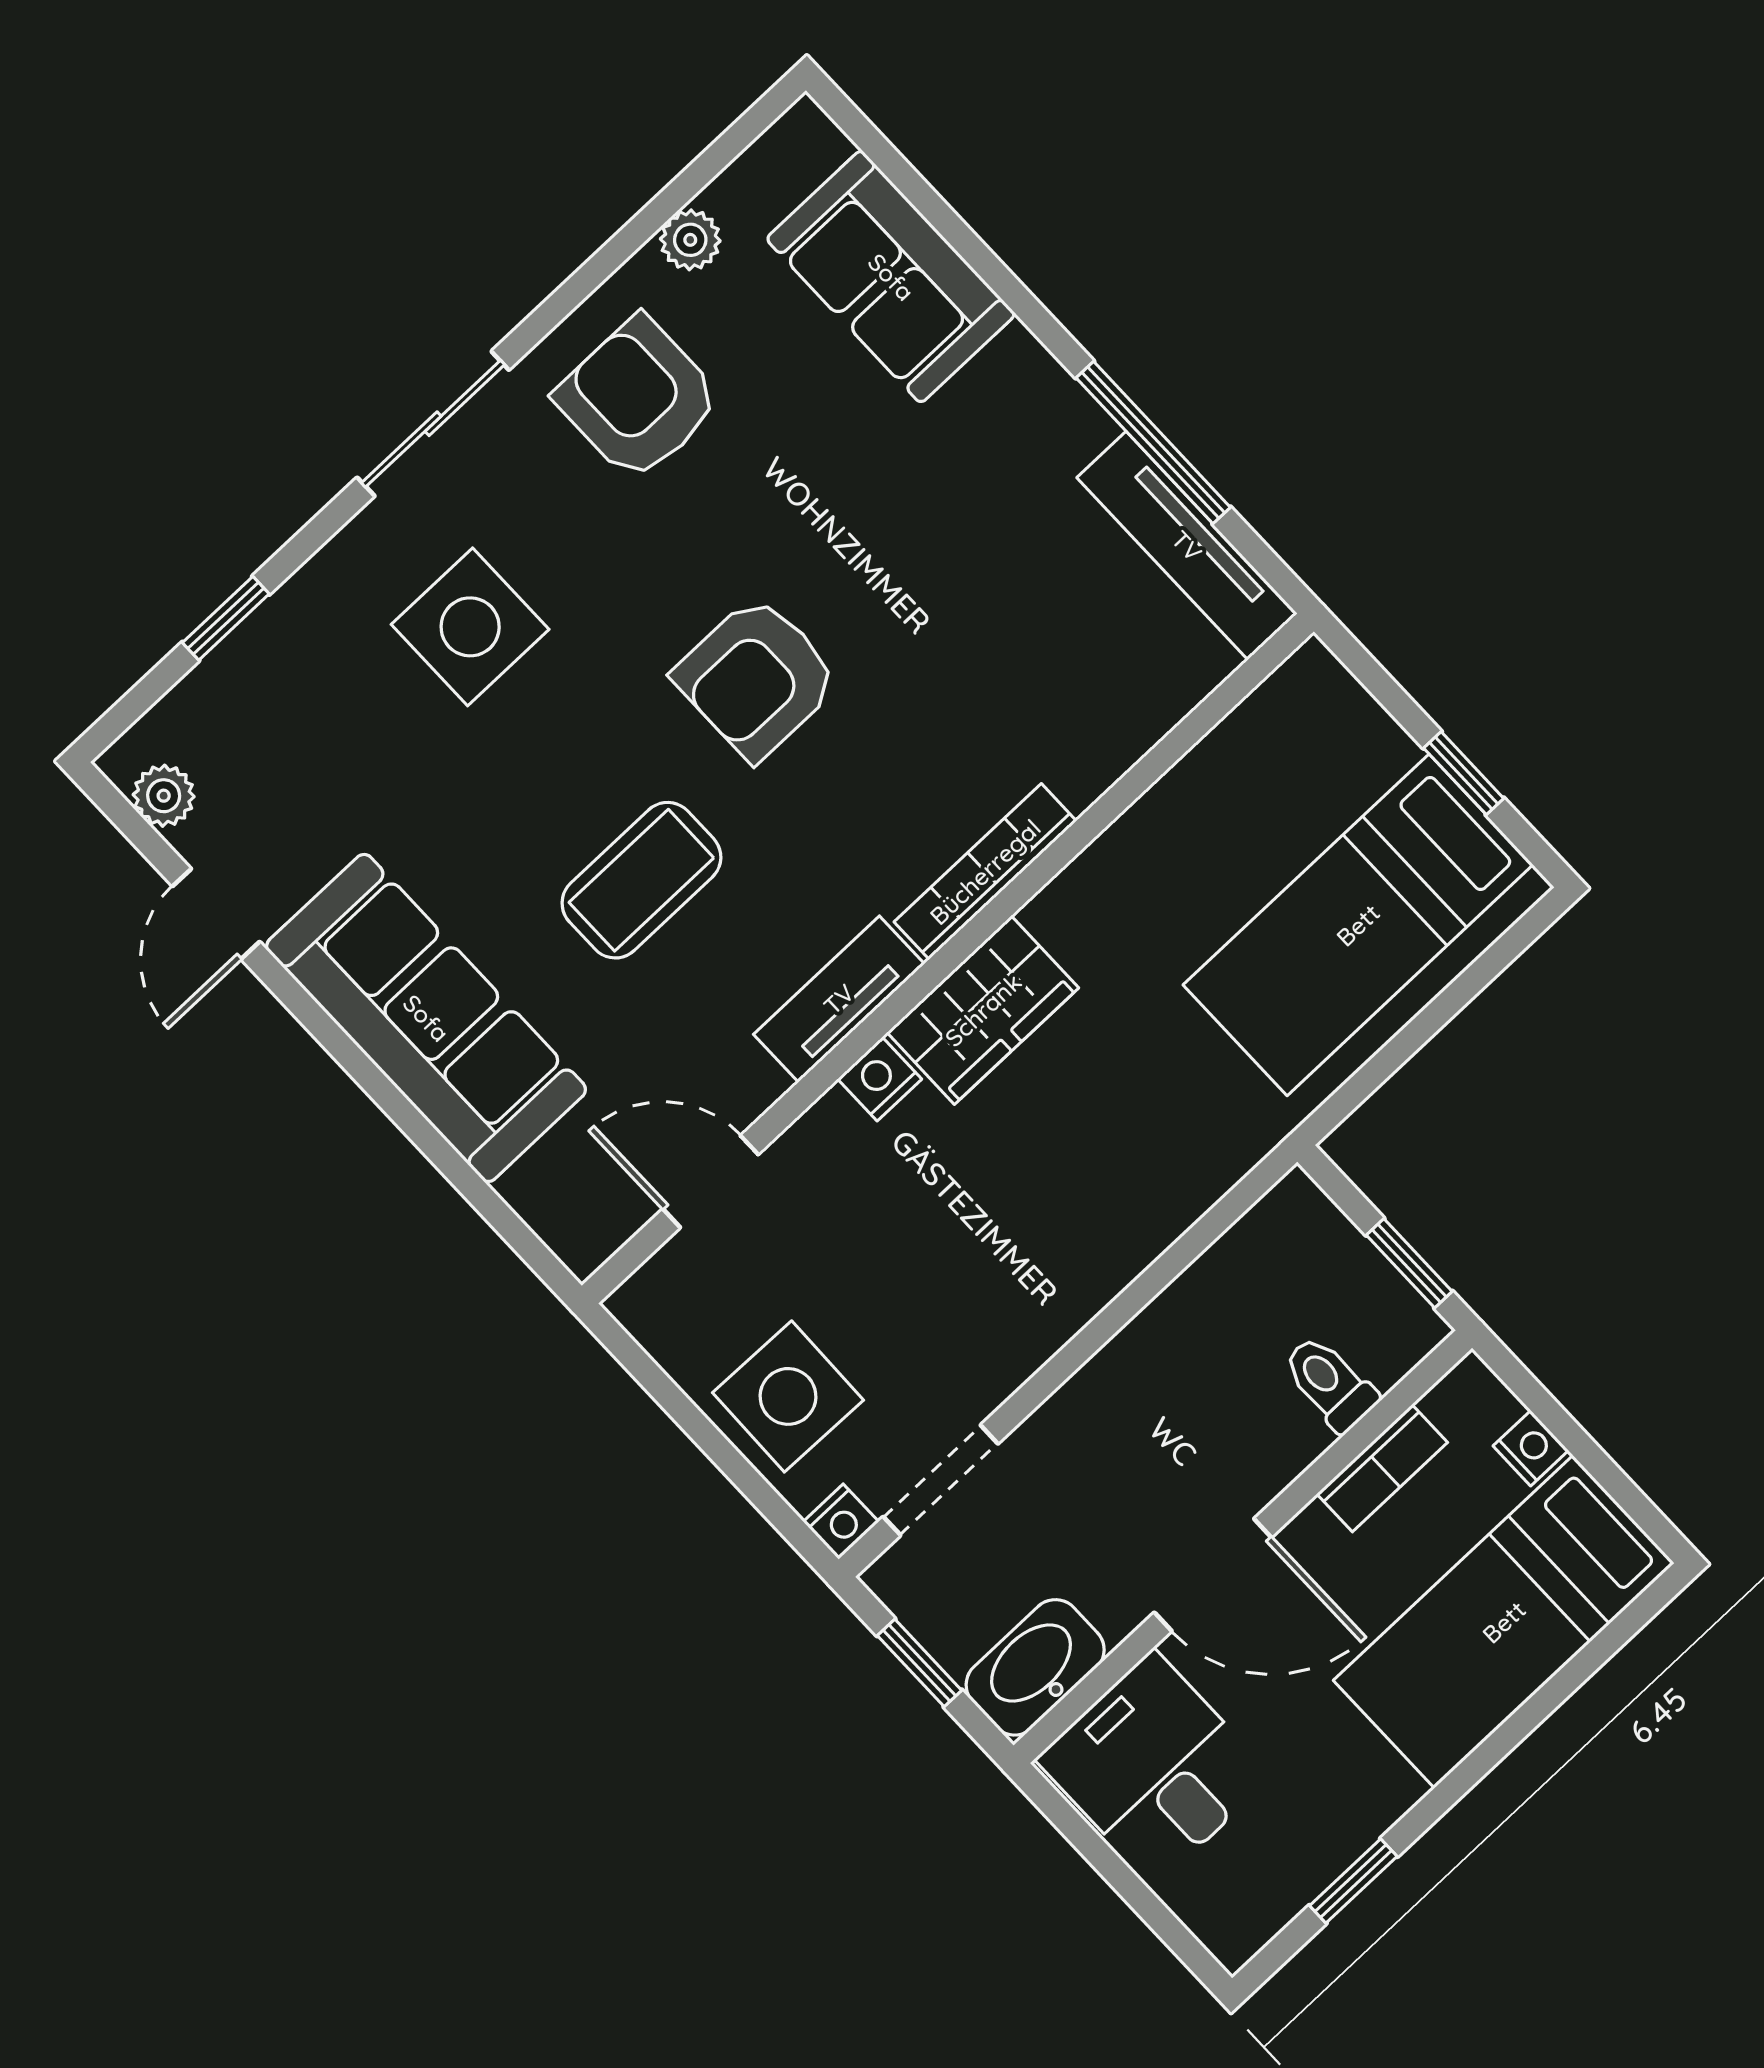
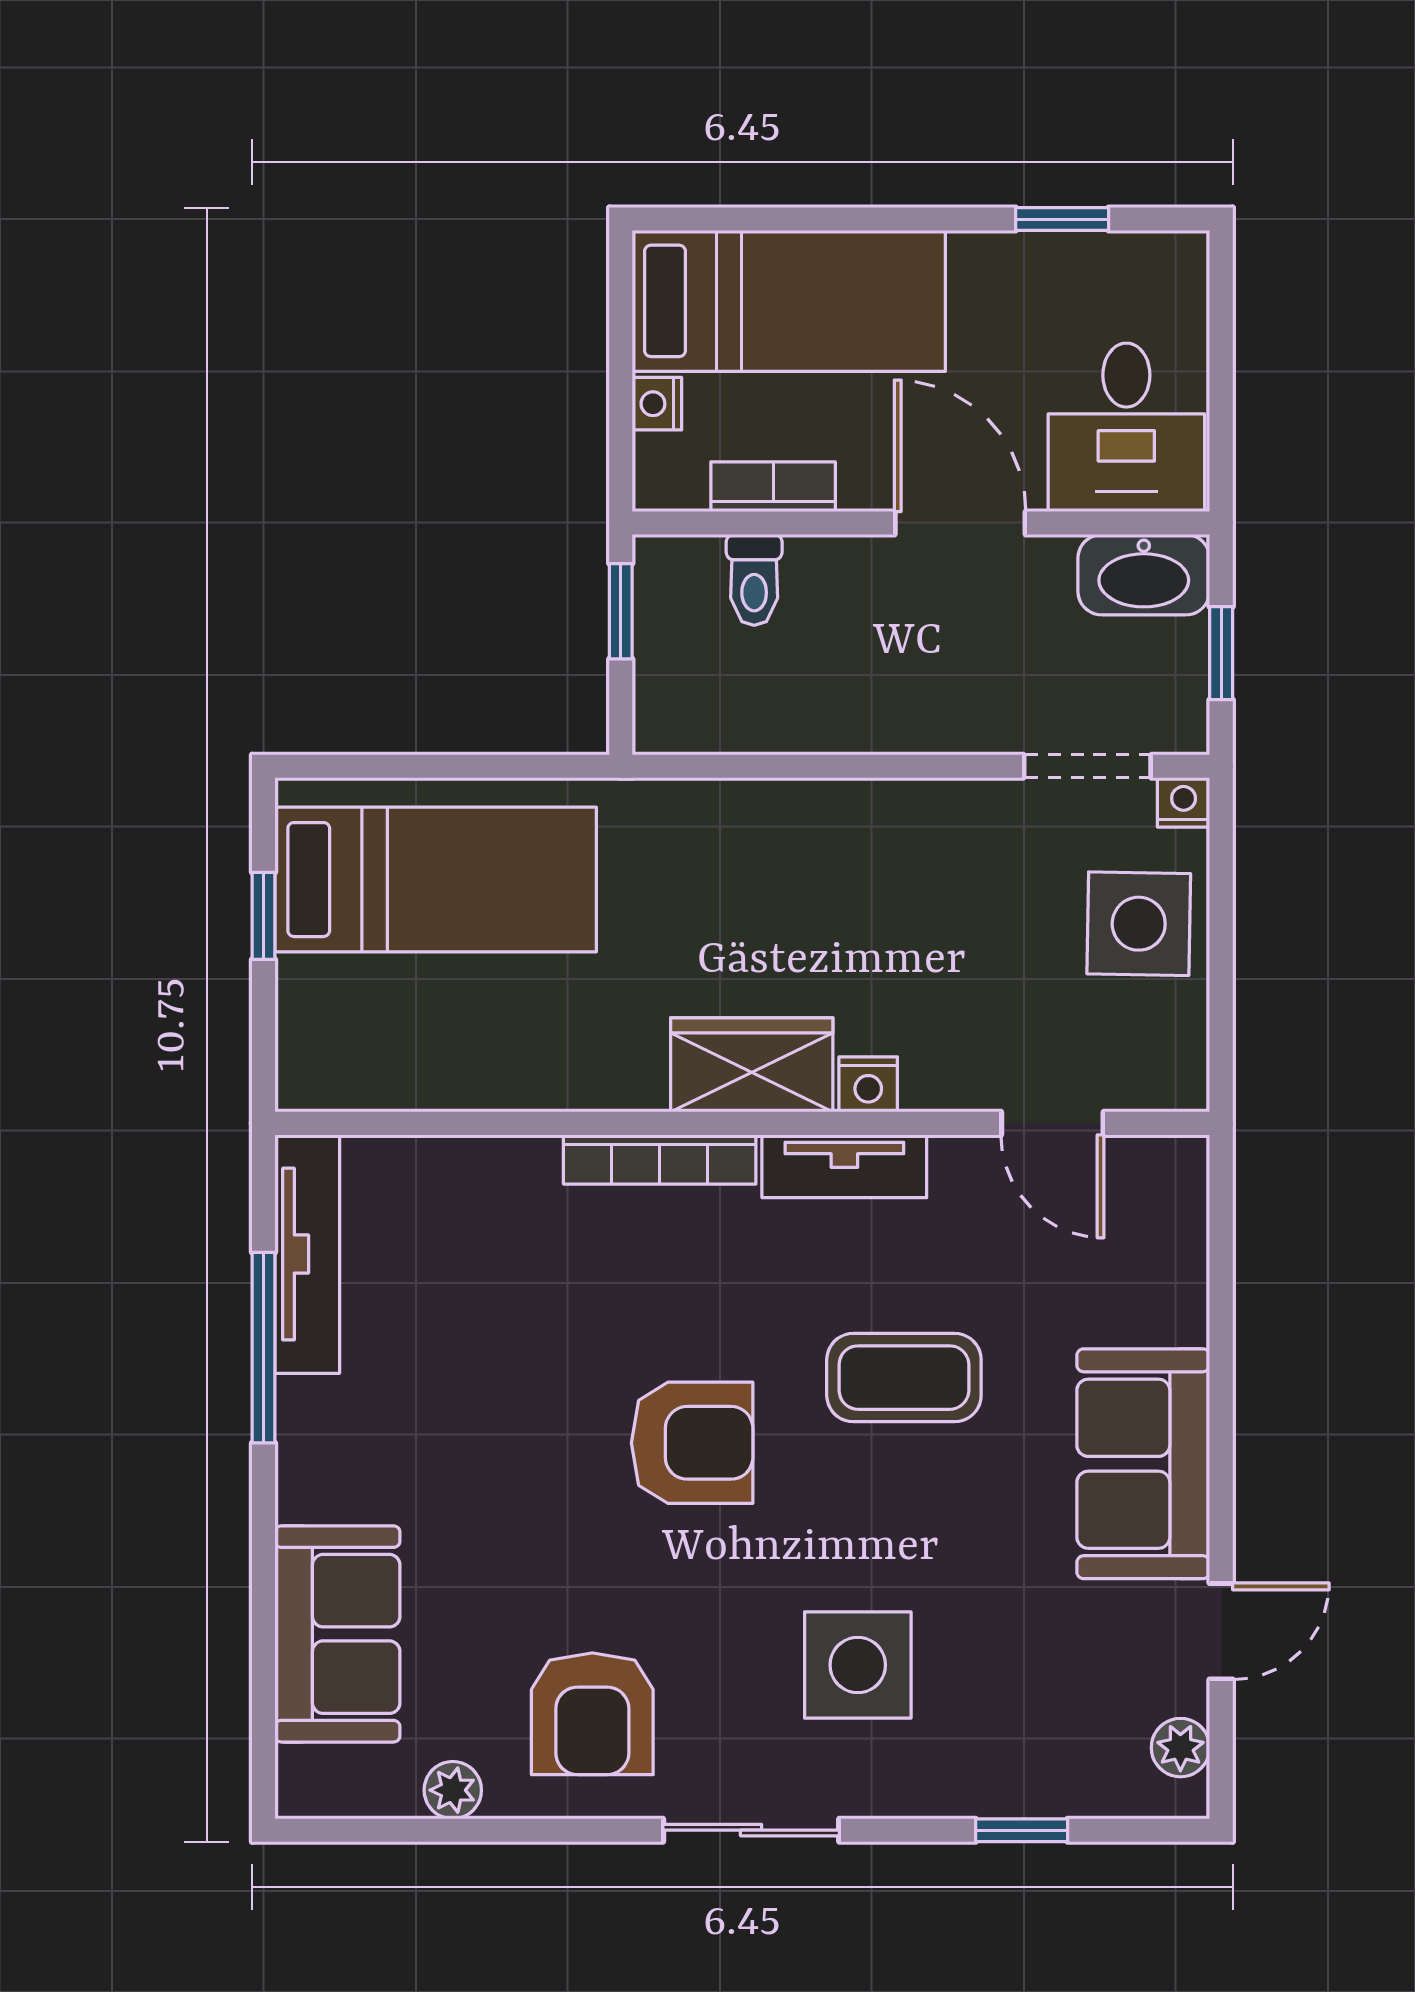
sofa: (426, 1018) -> (1143, 1464), width x0.73

